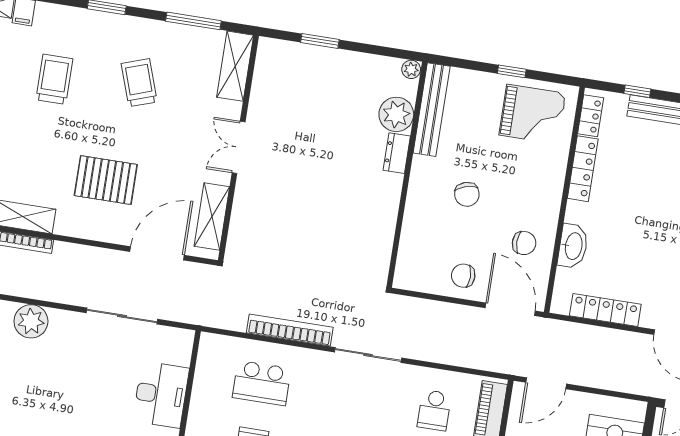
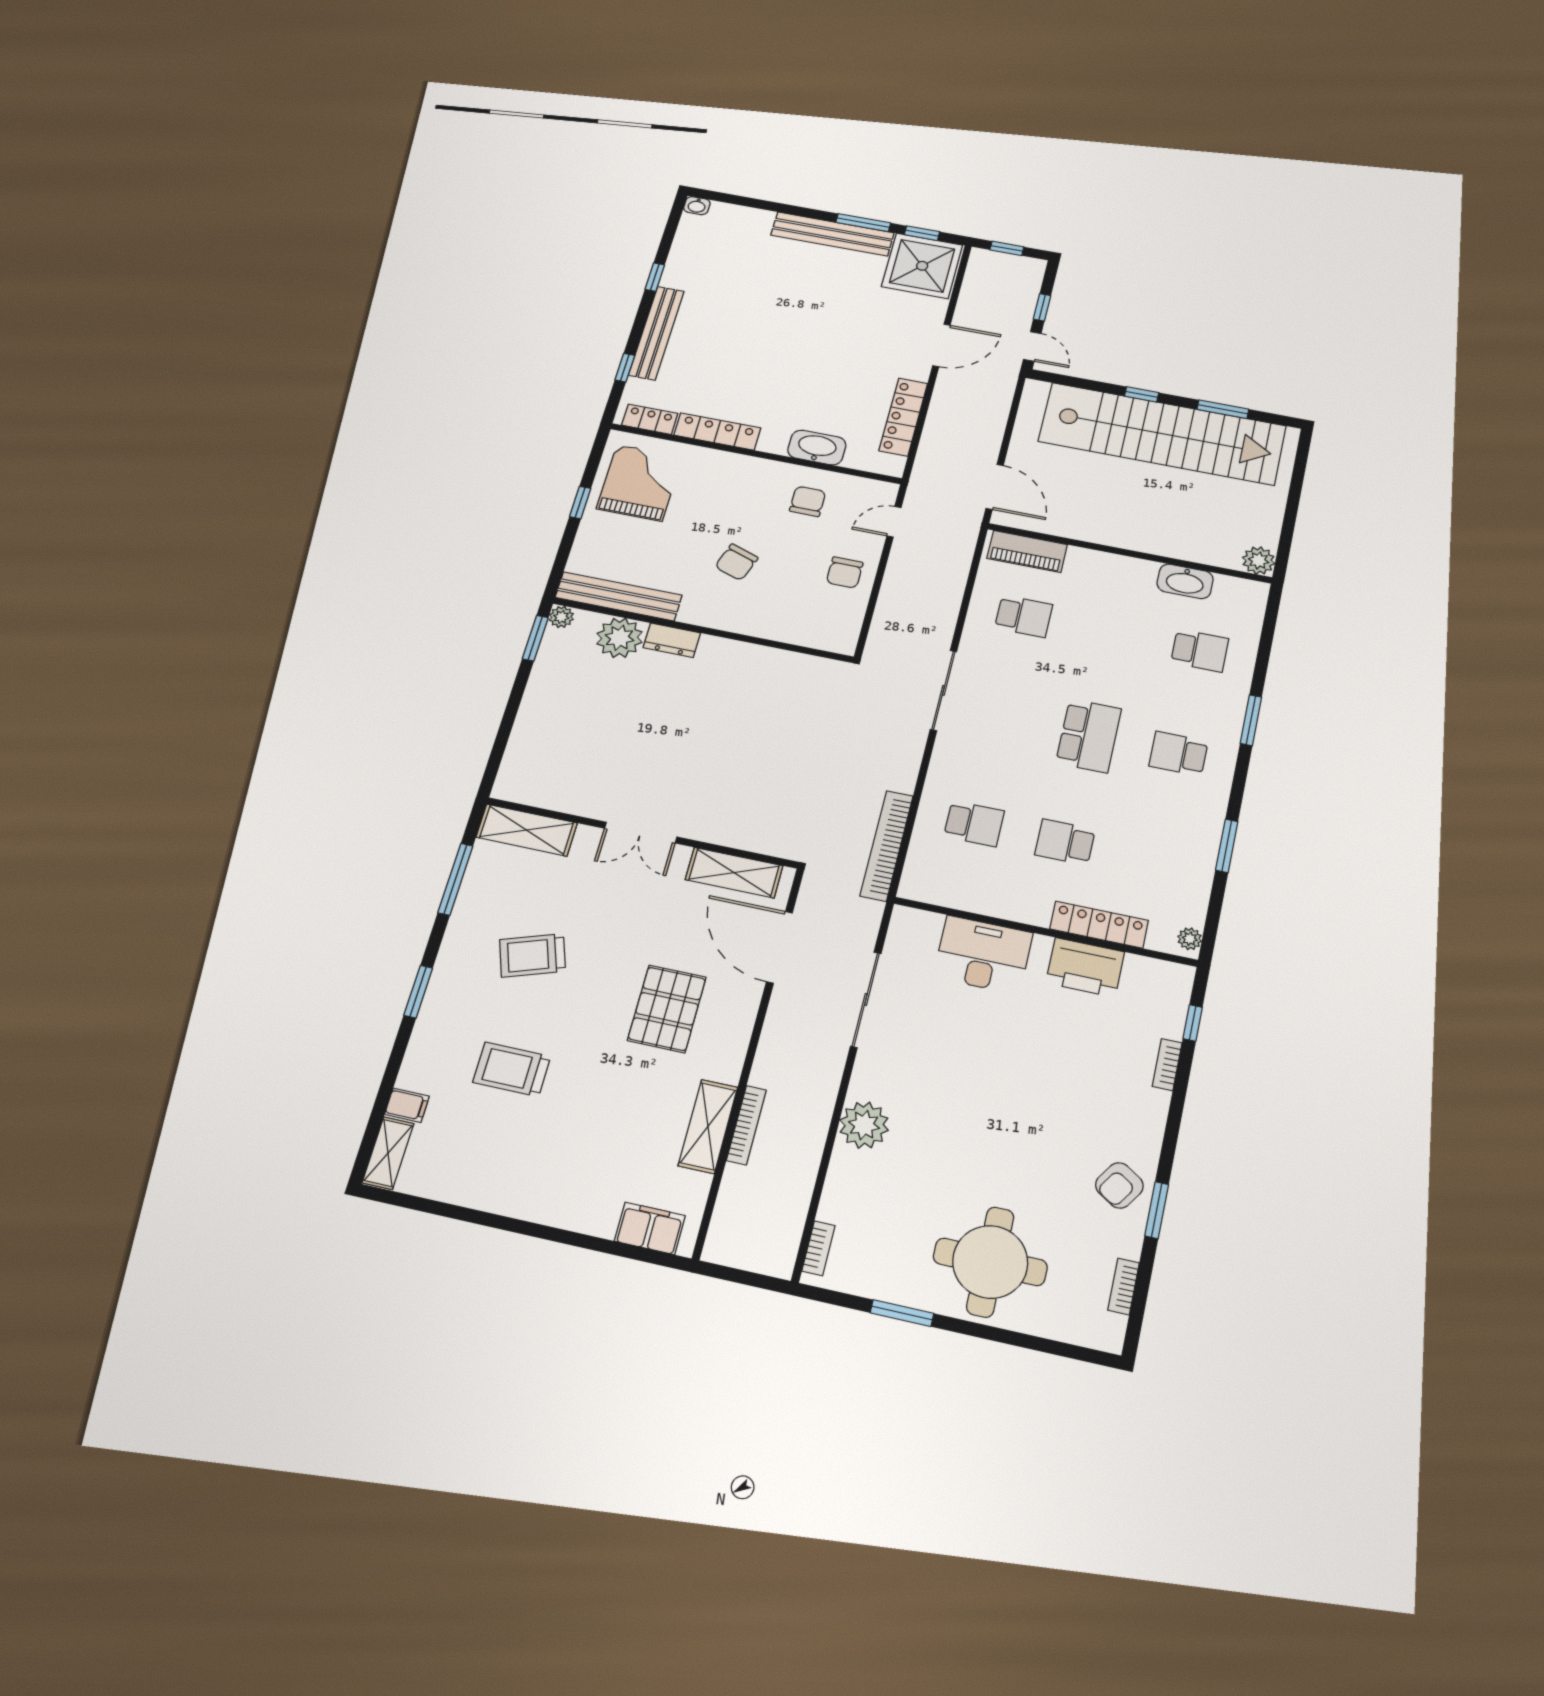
window: (320, 41) -> (535, 638), moved
chair: (467, 194) -> (736, 562), turned 126
door: (510, 309) -> (894, 522), width x0.53
bookcase: (290, 330) -> (887, 846), moved
school desk: (262, 383) -> (974, 824), width x0.54

